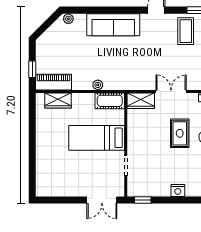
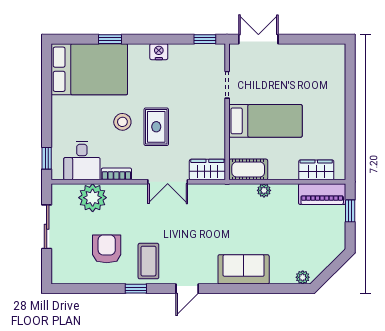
sofa: (113, 25) -> (244, 269), width x0.73

